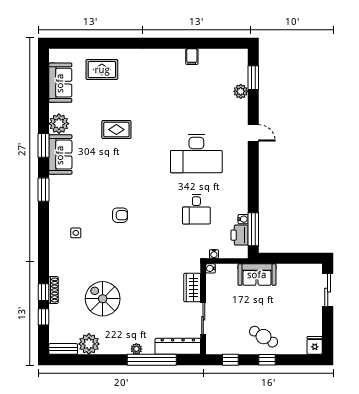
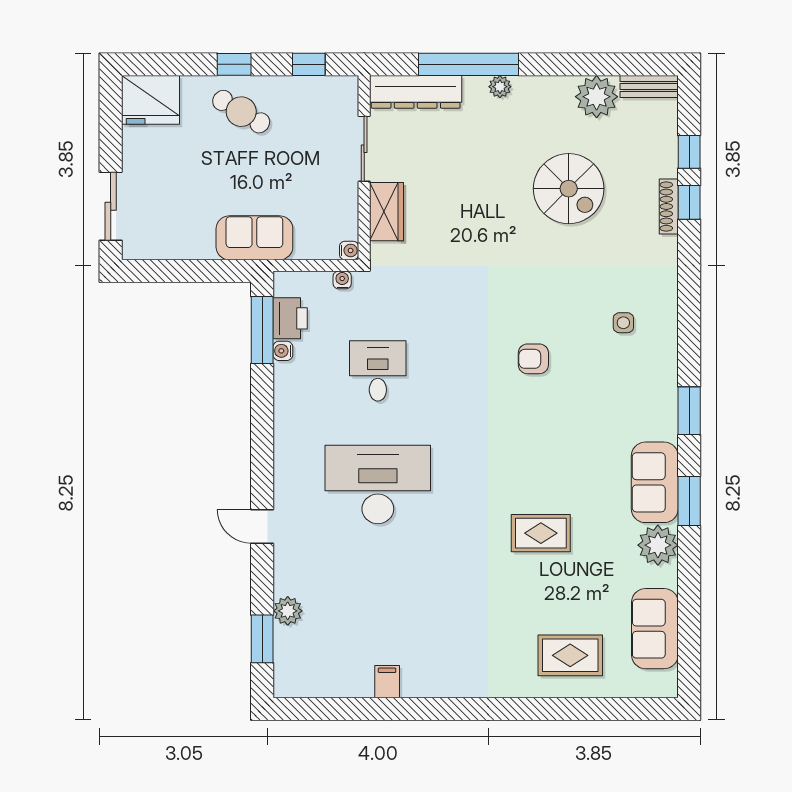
fridge: (315, 345) -> (151, 100), width x1.88, depth x1.34

